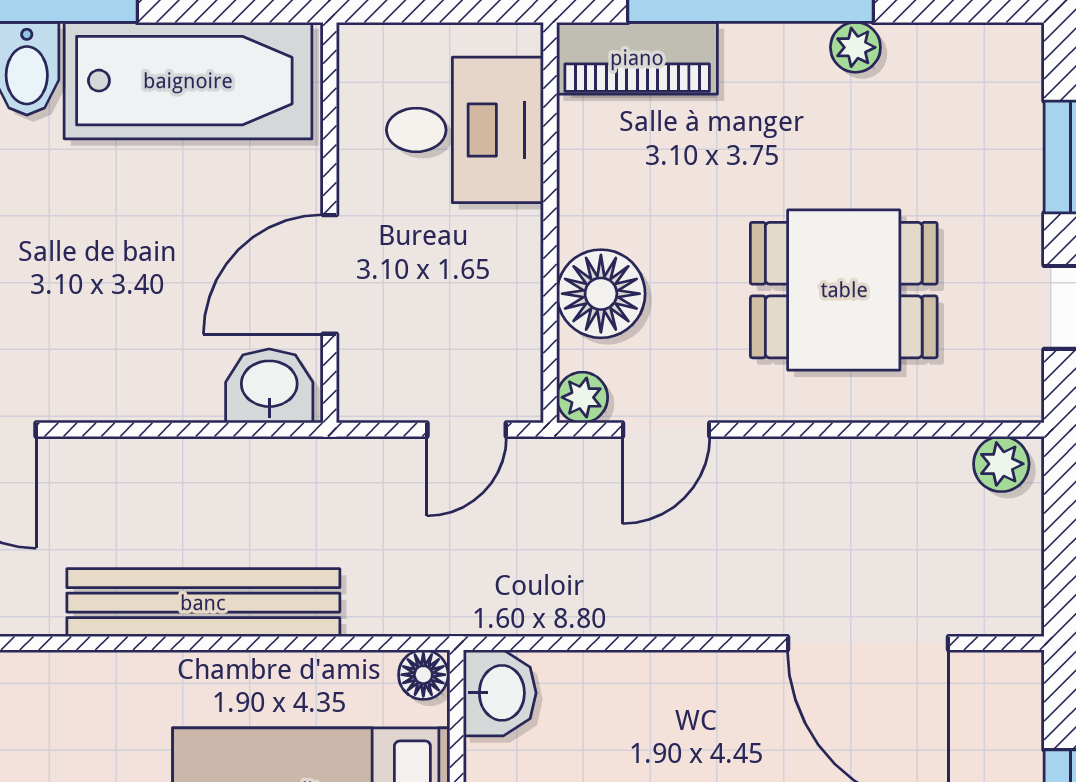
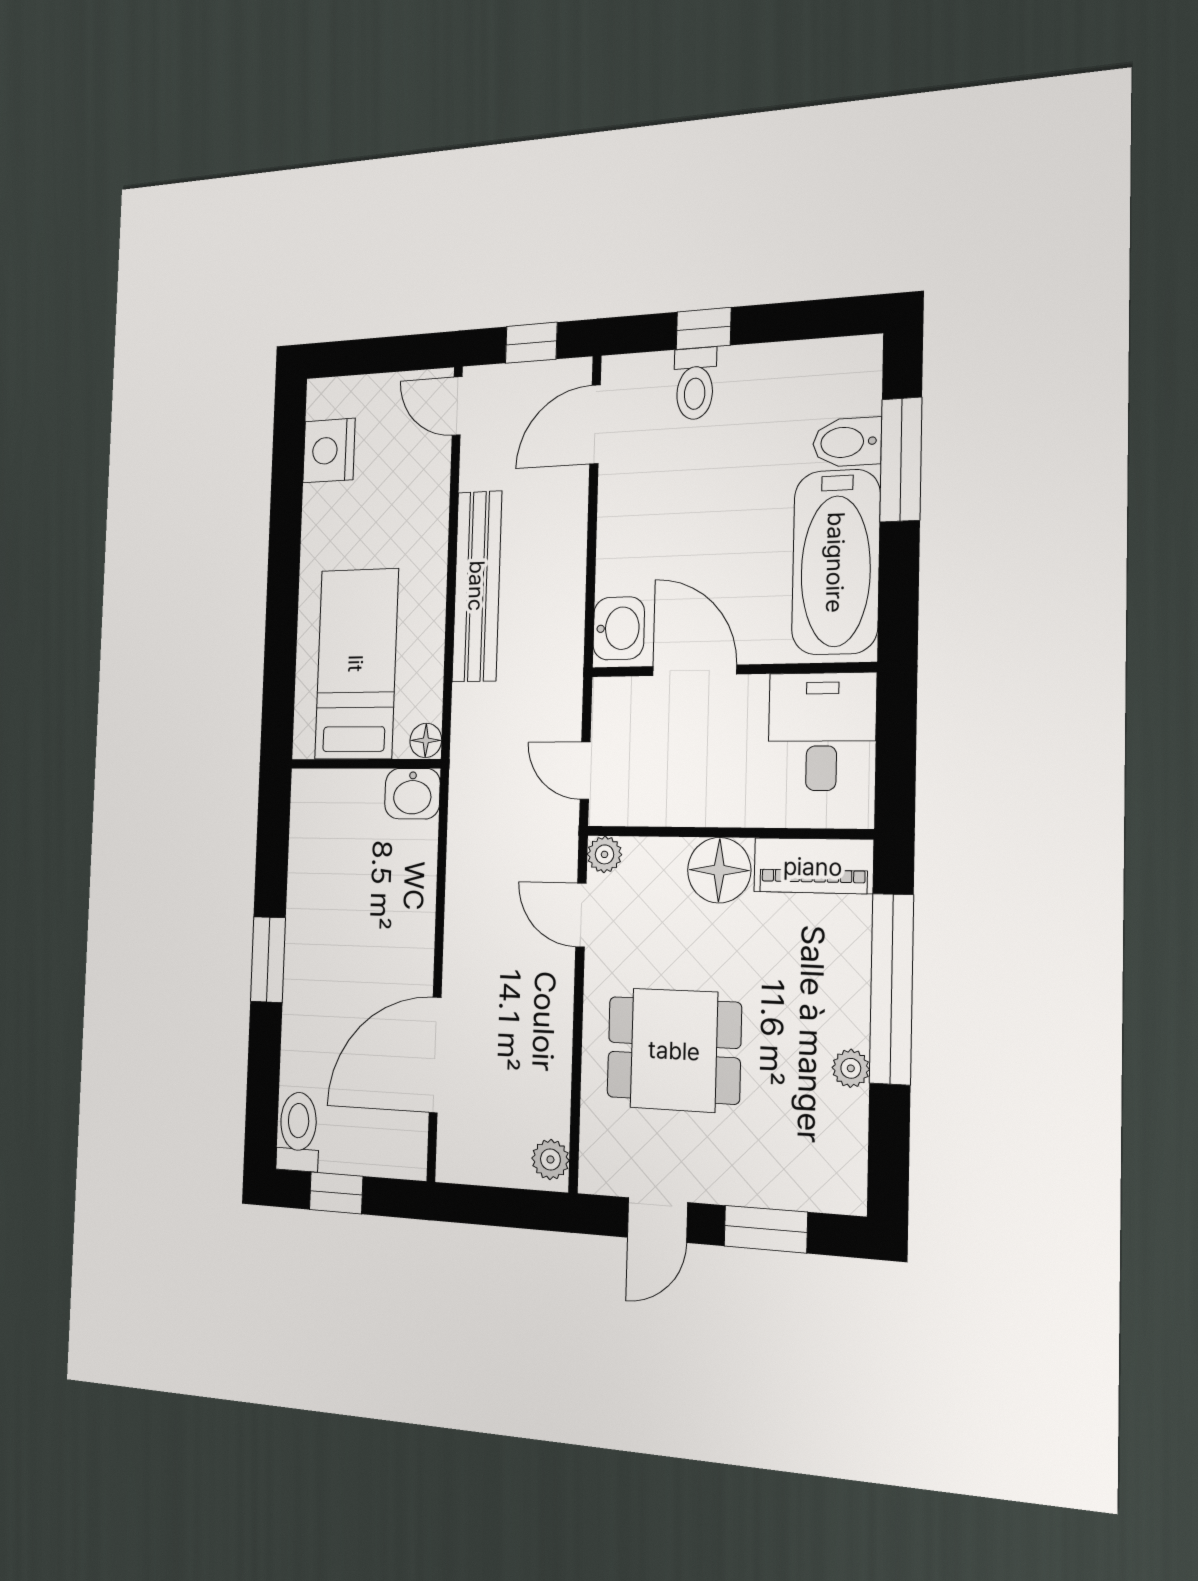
piano: (637, 58) -> (813, 866), moved, turned -90
desk: (465, 130) -> (822, 732), moved, turned 180
dining table: (844, 290) -> (674, 1050), turned 90
floor lamp: (601, 294) -> (719, 870), moved

